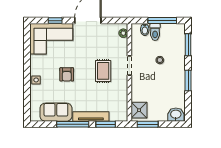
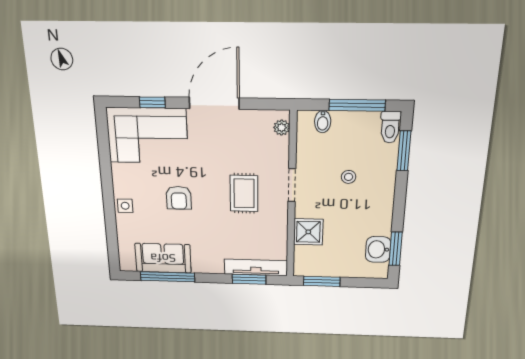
toilet: (155, 32) -> (390, 127), moved
window: (188, 81) -> (396, 249), moved
shower: (139, 110) -> (308, 232), moved
washbasin: (176, 115) -> (378, 249), moved, turned -90
tv unit: (91, 116) -> (256, 267), moved
window: (73, 124) -> (168, 277), moved

